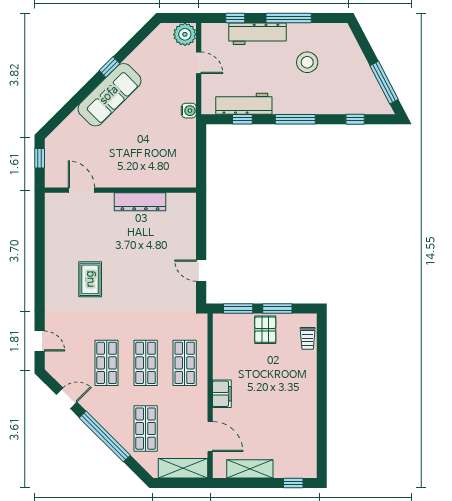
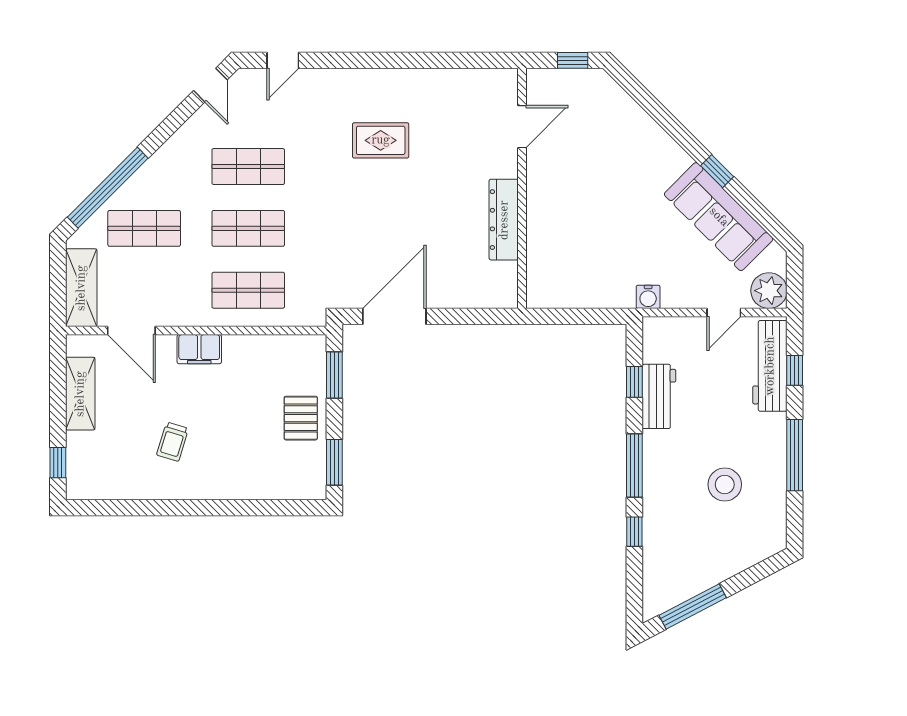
workbench: (257, 34) -> (770, 366), moved
sofa: (109, 95) -> (719, 217), moved
workbench: (244, 104) -> (659, 396), width x0.73
window: (355, 119) -> (634, 532), moved
door: (201, 271) -> (394, 316), width x1.87
window: (277, 308) -> (334, 462), moved
pallet: (265, 330) -> (301, 418), turned 90
trolley: (308, 338) -> (173, 442), moved, turned -73
door: (67, 398) -> (210, 85), moved
window: (105, 436) -> (108, 188), moved
door: (210, 437) -> (131, 331), hinge flipped

